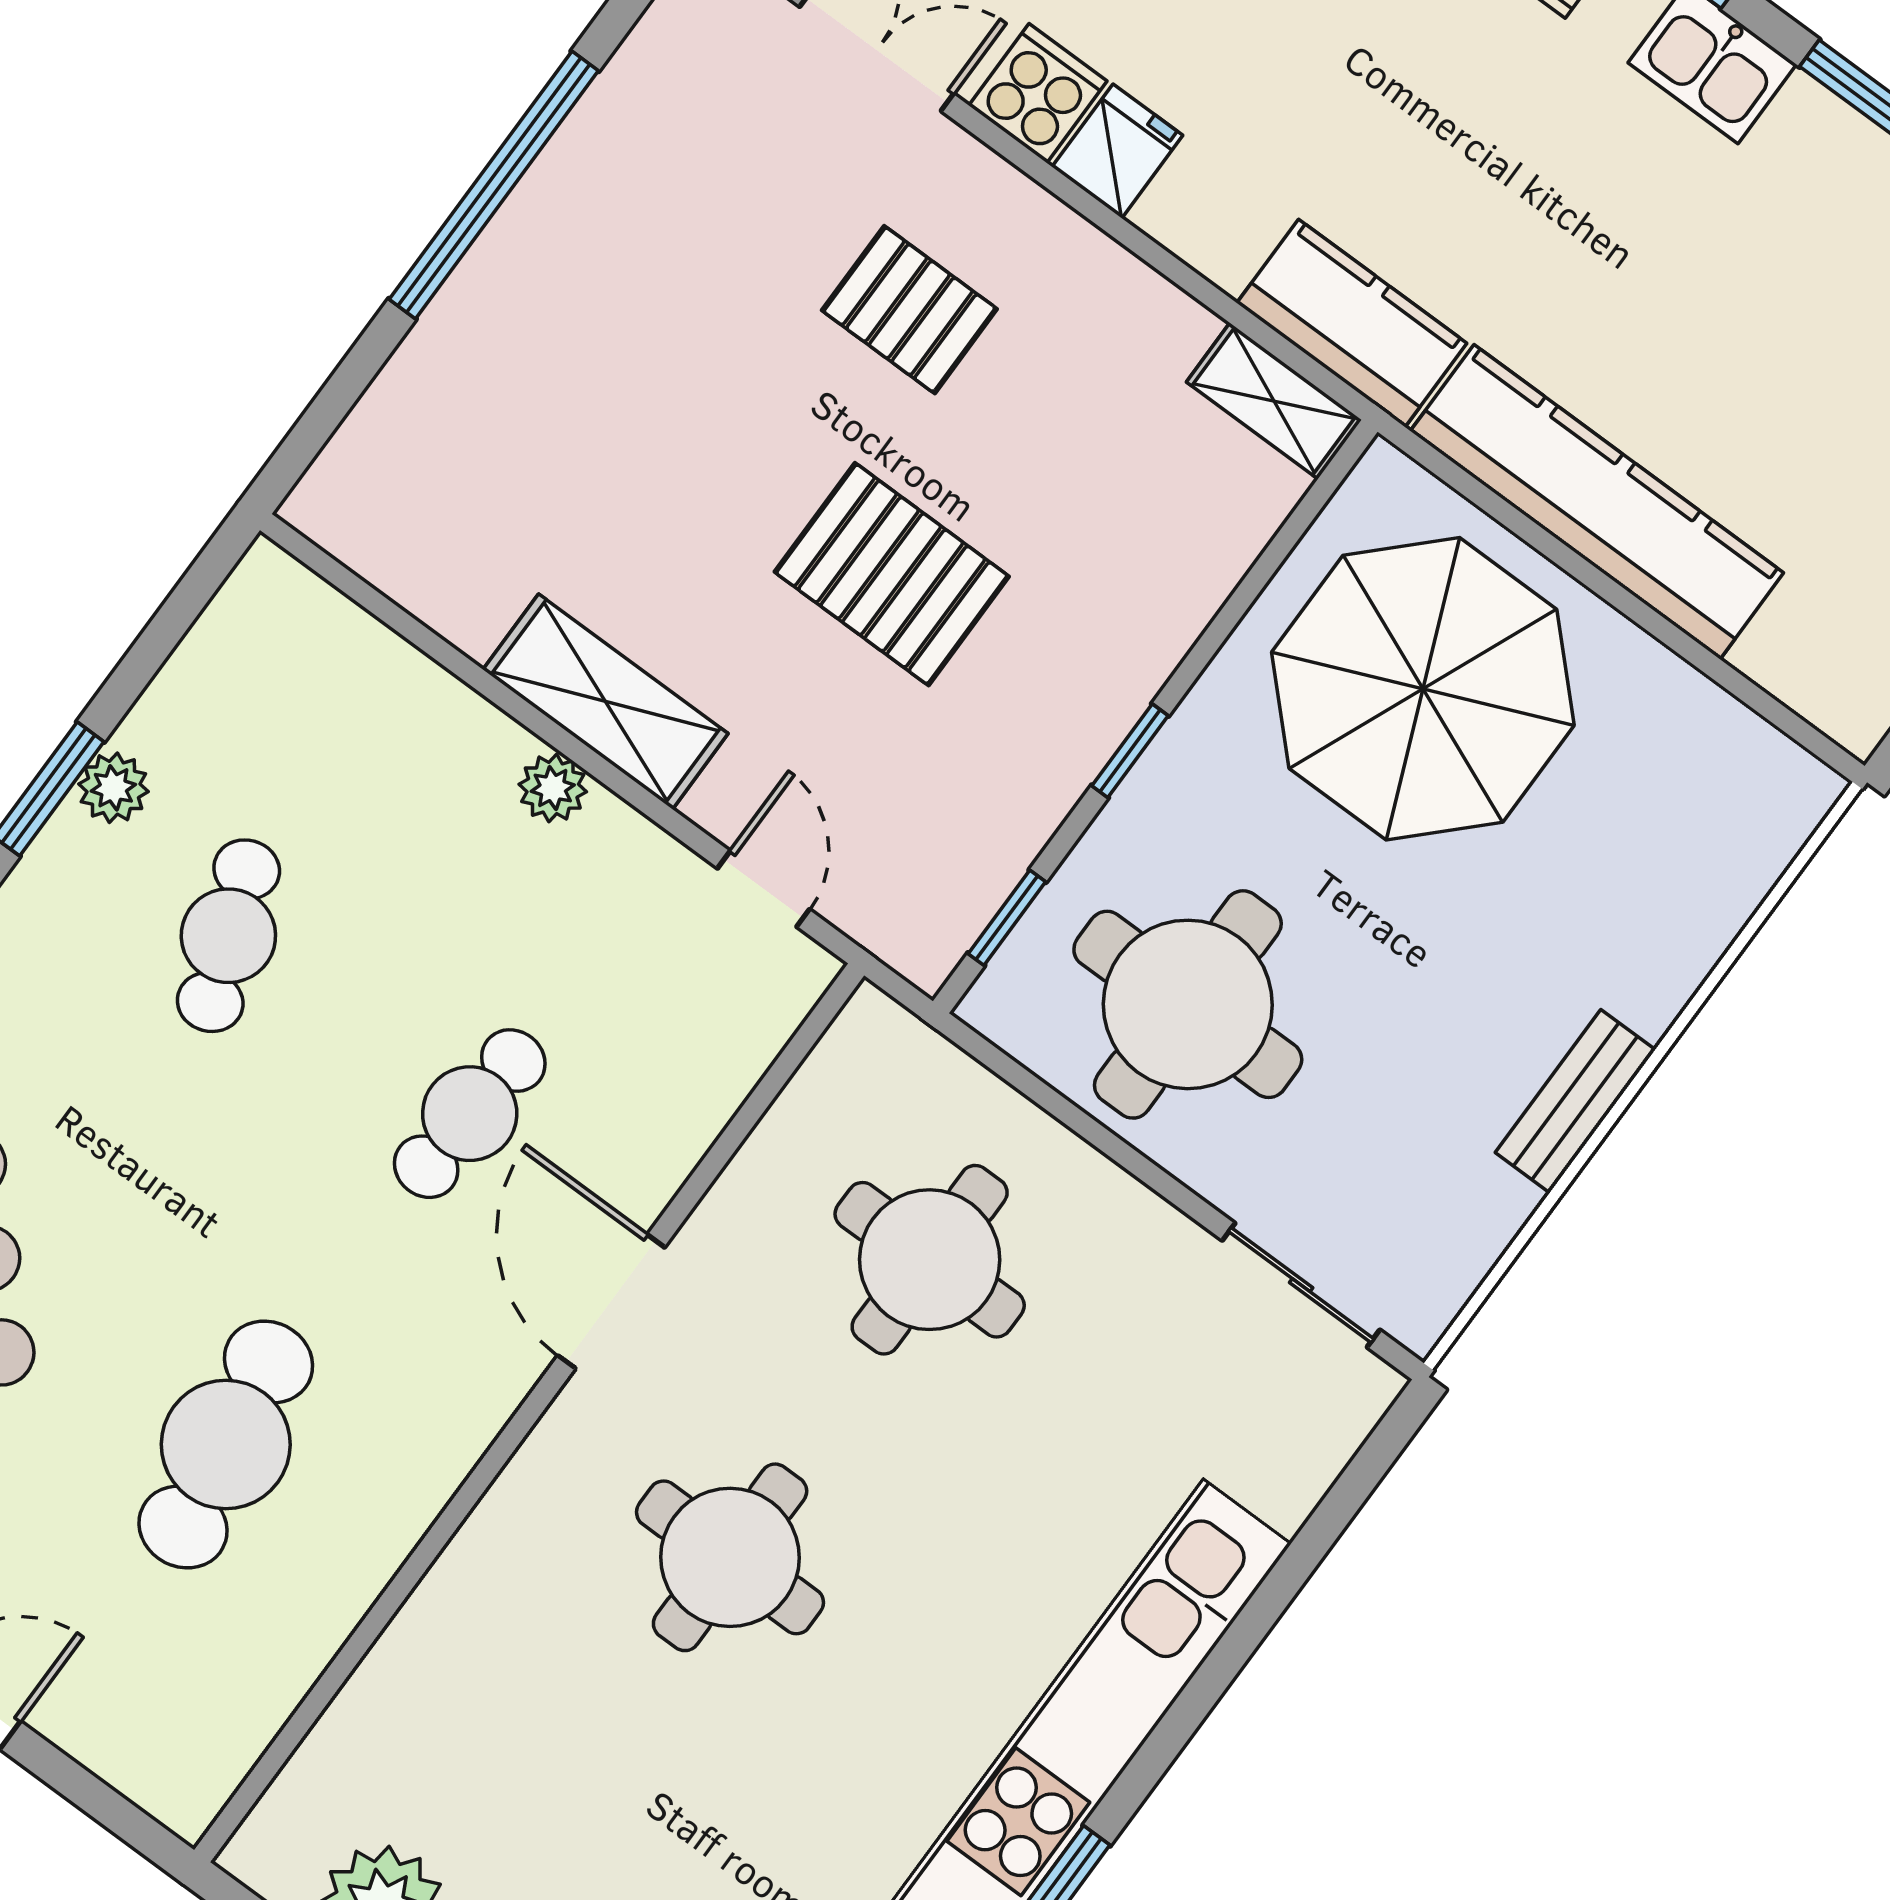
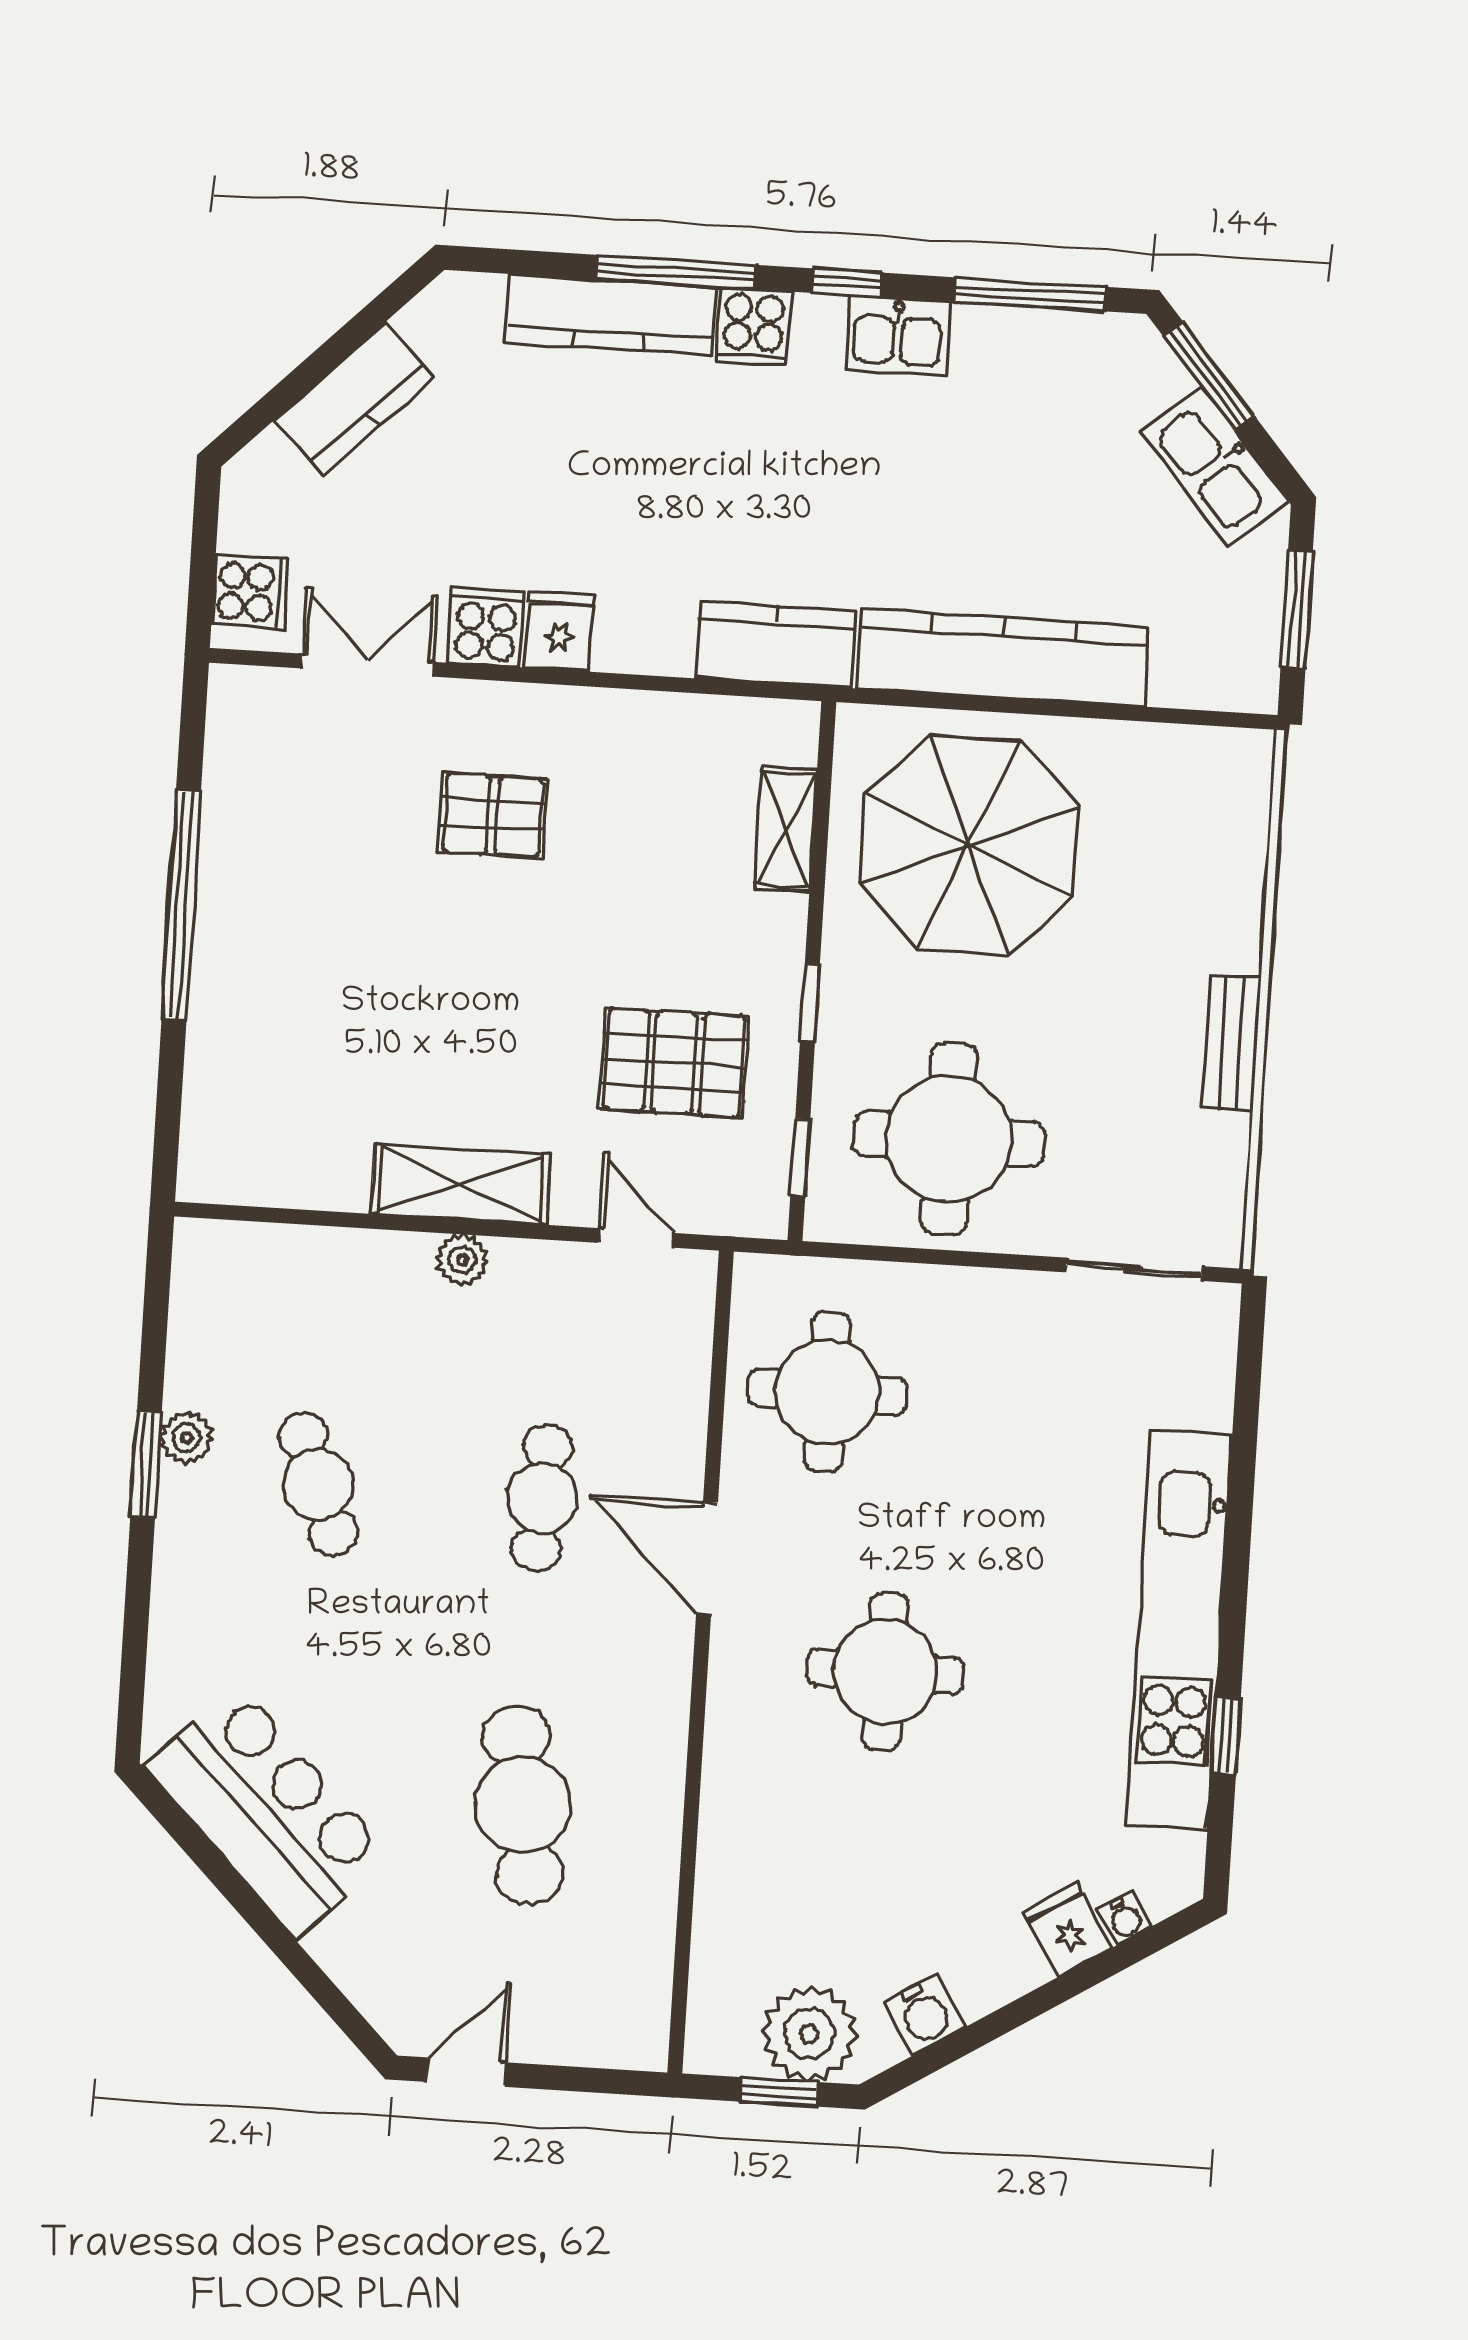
shelving: (1274, 401) -> (786, 829), moved, turned 90
pallet: (892, 574) -> (674, 1063), moved
round table: (930, 1260) -> (827, 1392), moved

